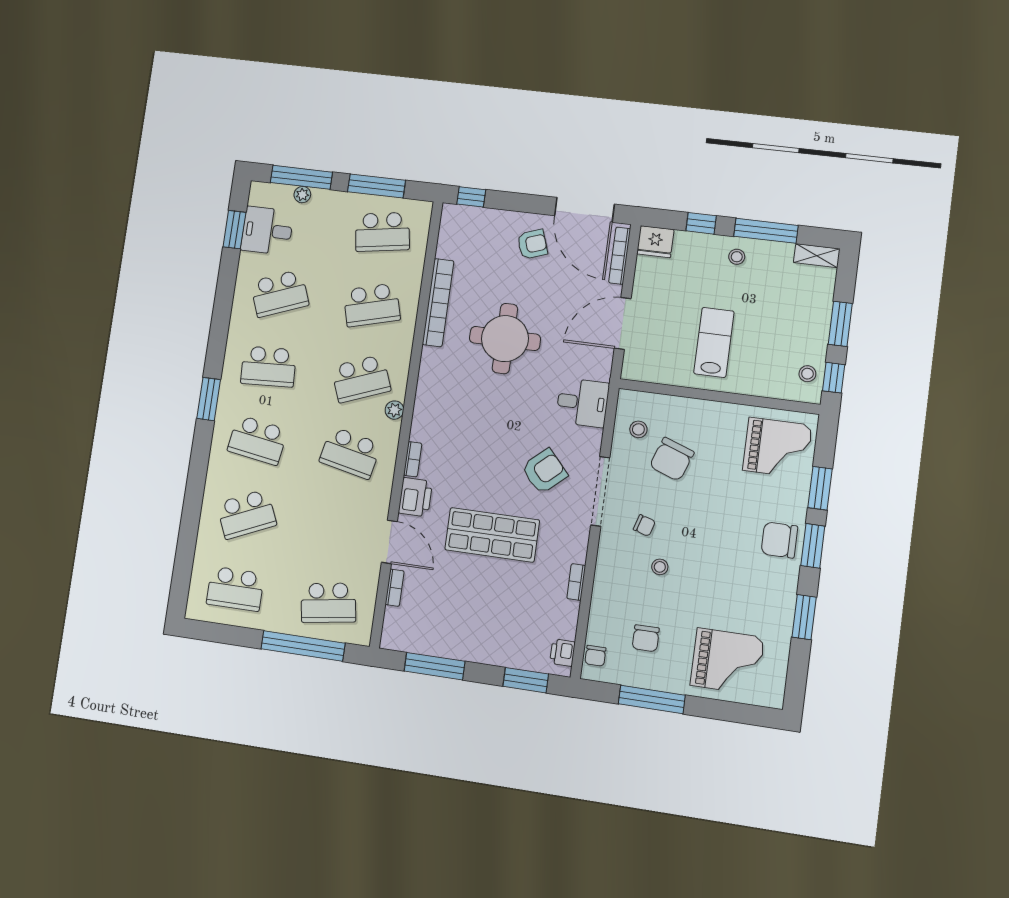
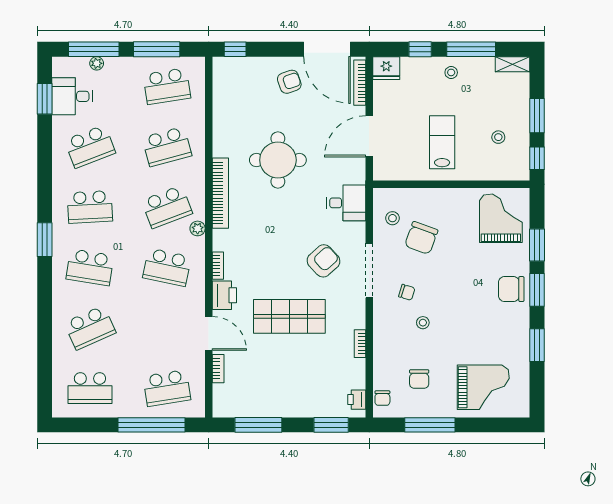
bookcase: (438, 303) -> (220, 193), moved
stool: (807, 374) -> (498, 137), moved
grand piano: (777, 448) -> (501, 218), turned -90

